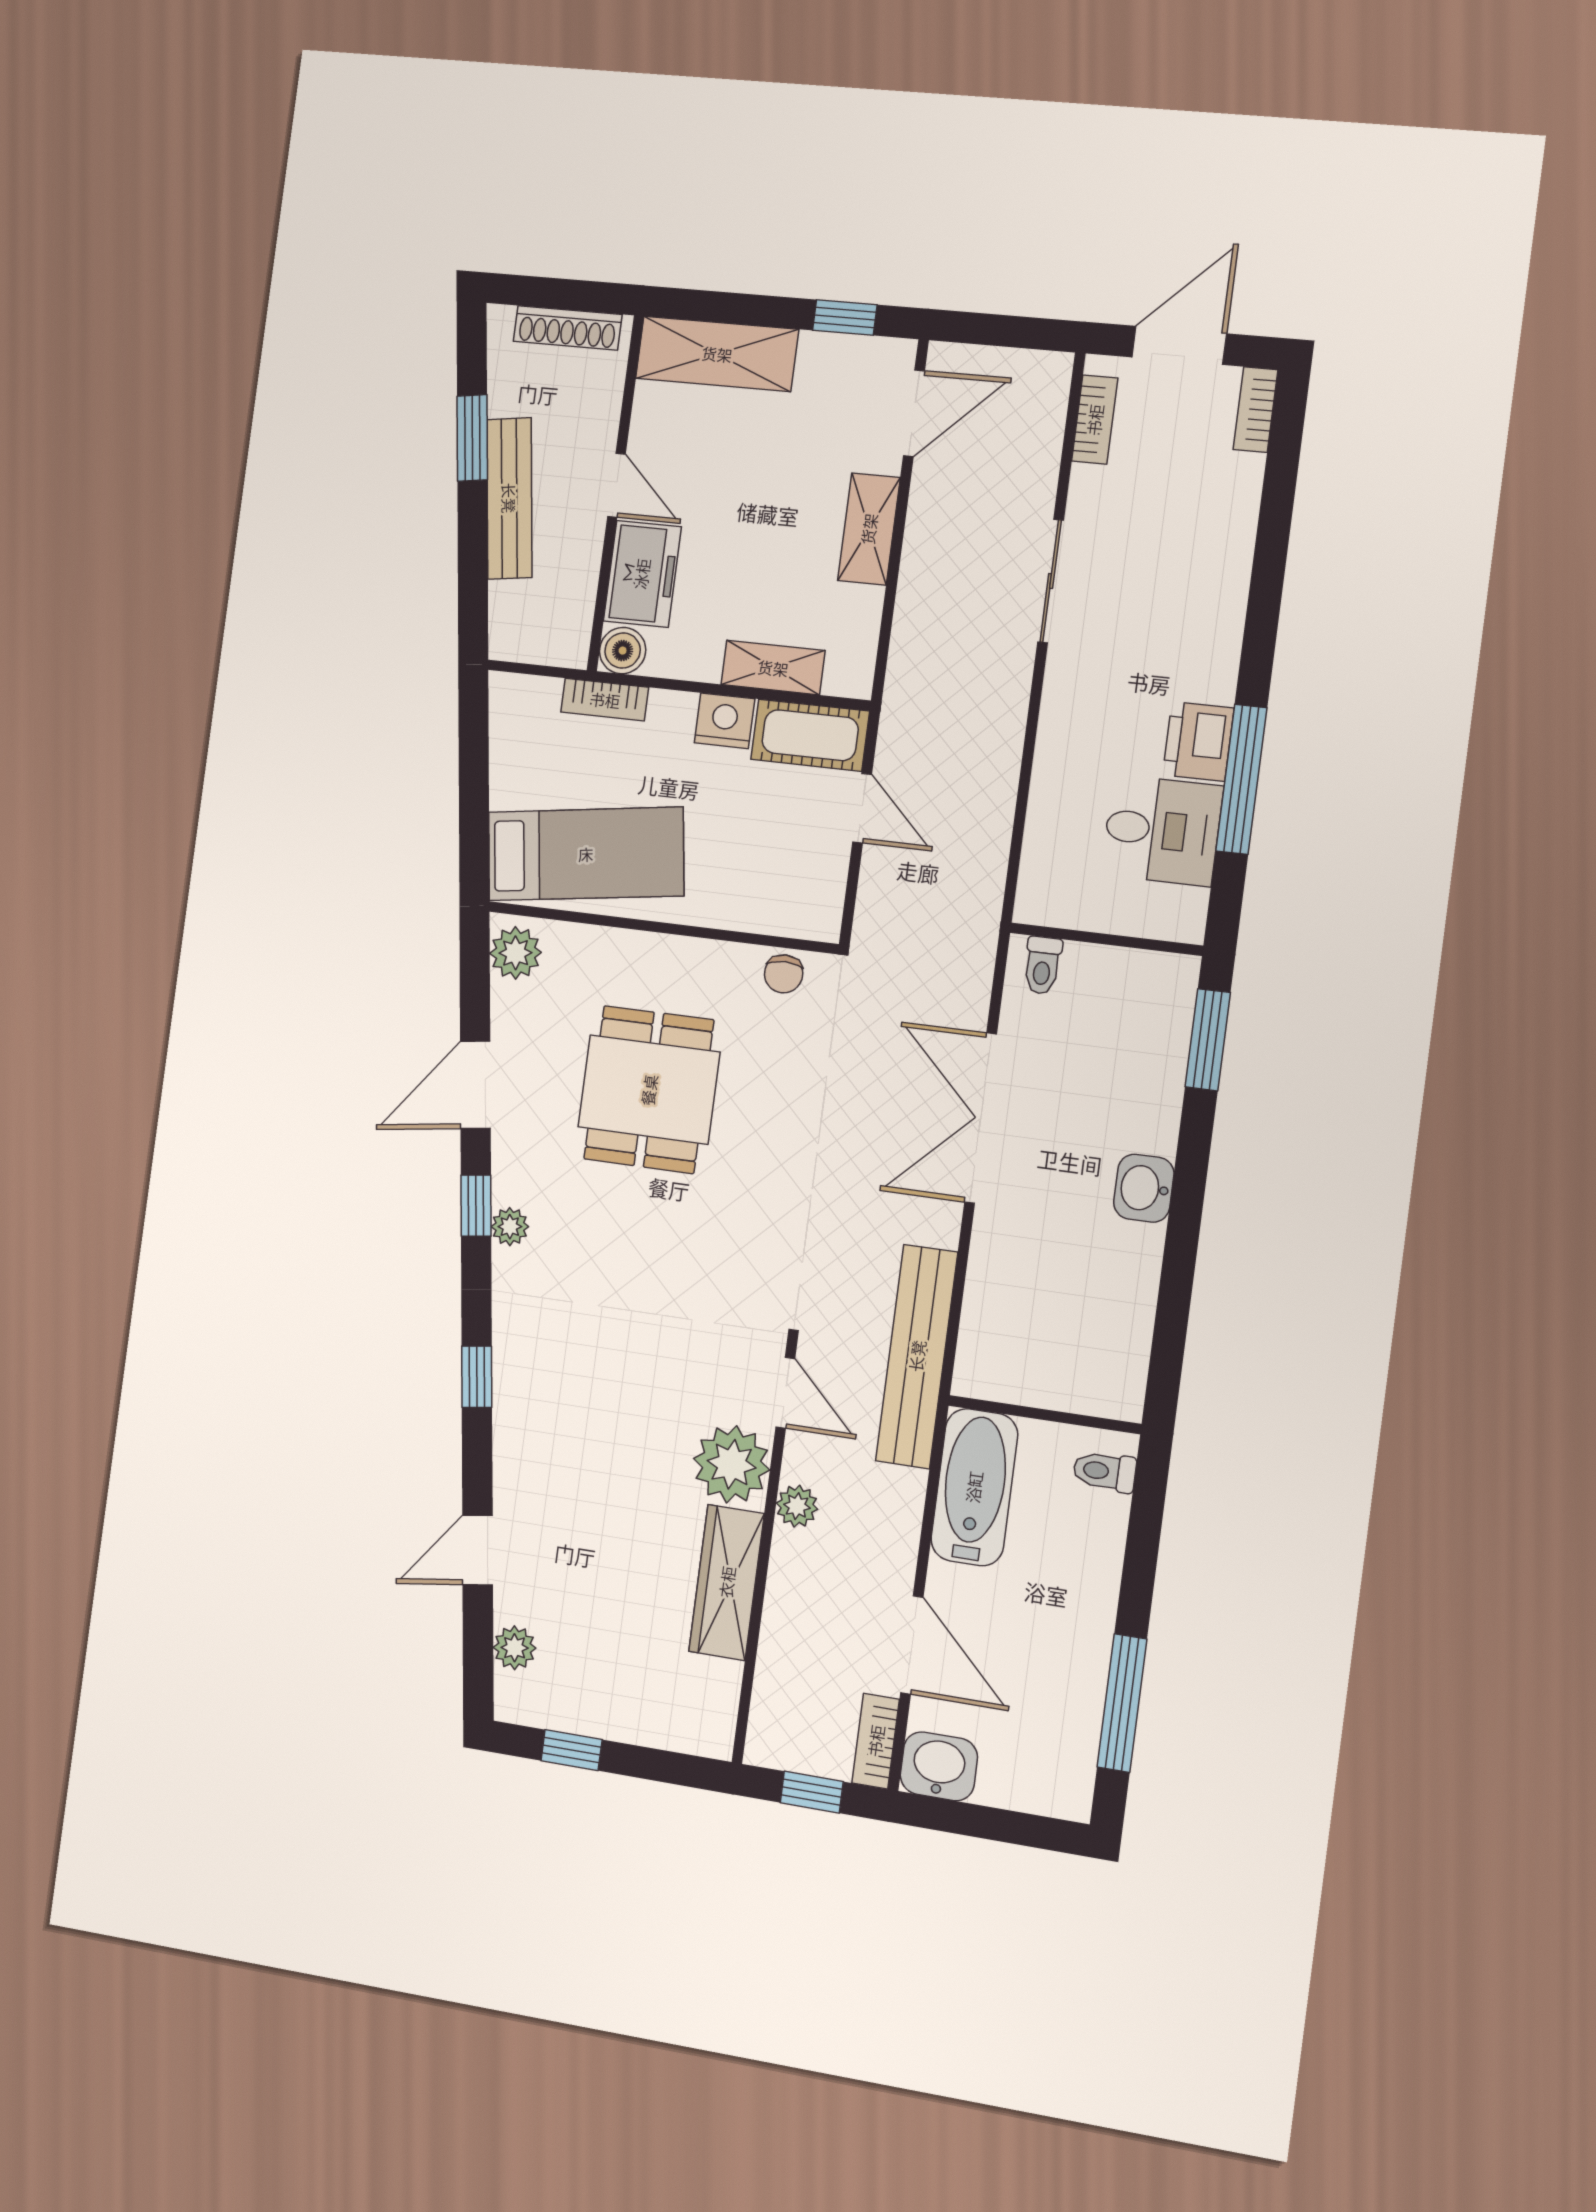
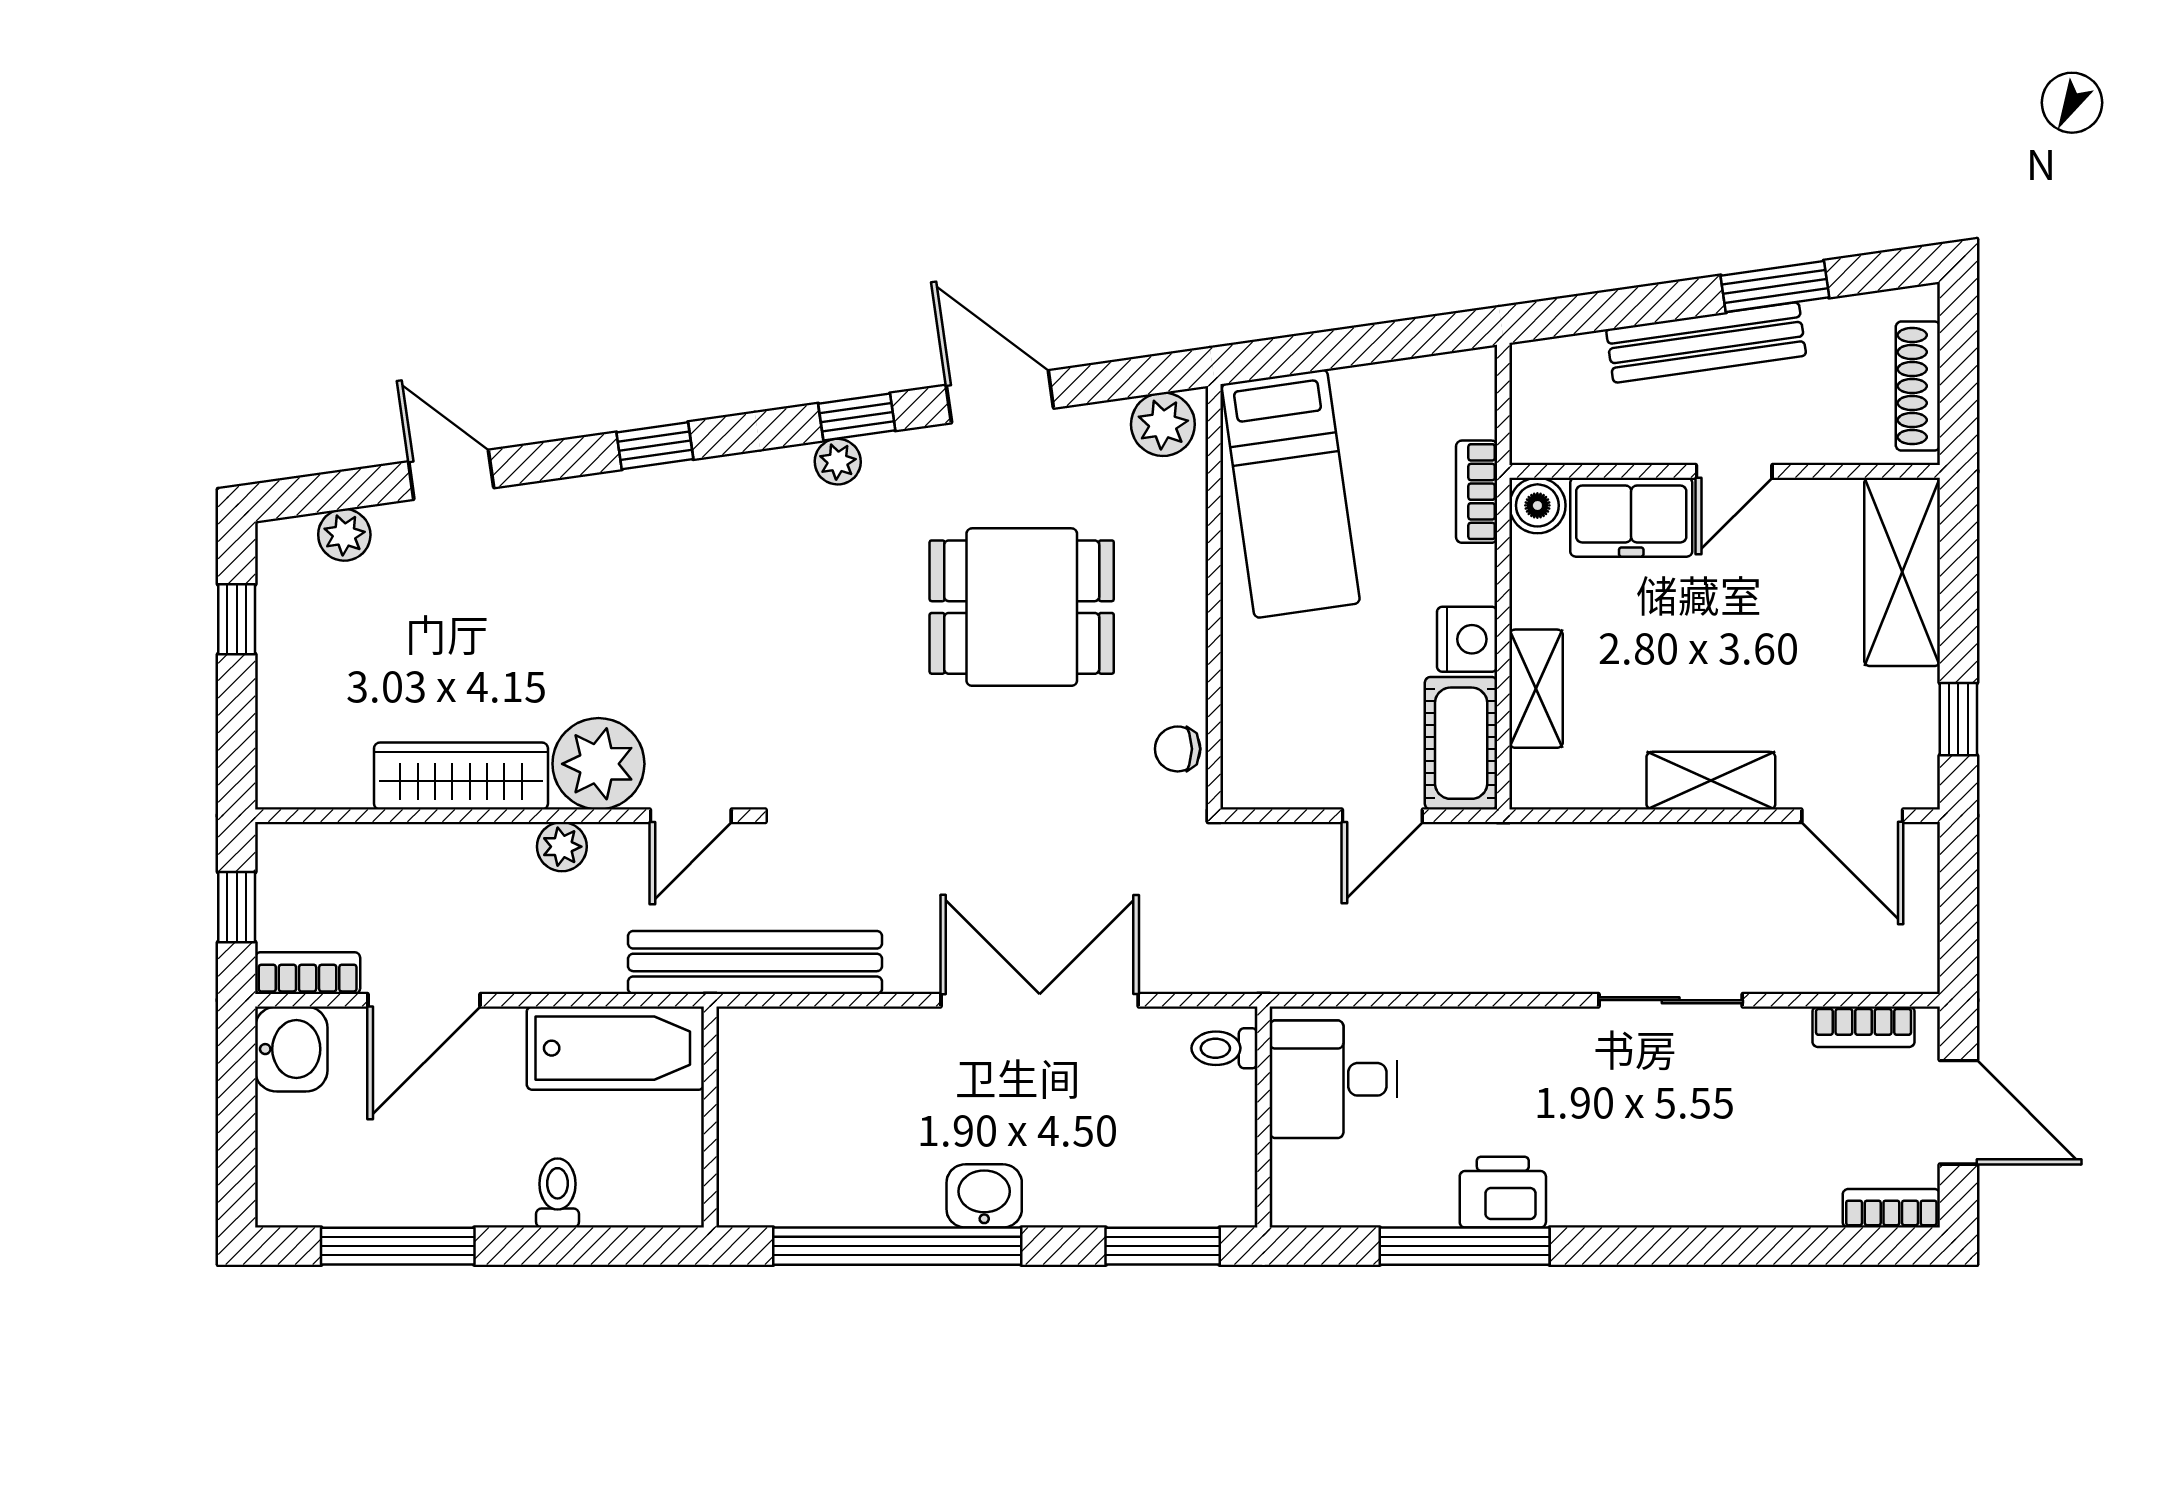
desk: (1162, 830) -> (1333, 1079), moved, turned 90
window: (1178, 1269) -> (897, 1246), added
toilet: (1105, 1471) -> (558, 1193), moved

